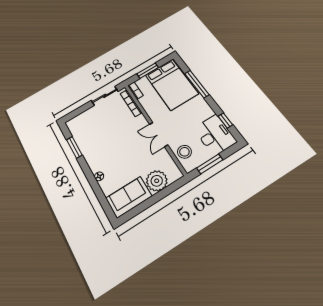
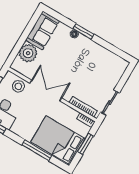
double door: (159, 135) -> (46, 91), width x1.37
window: (74, 147) -> (84, 32), moved

